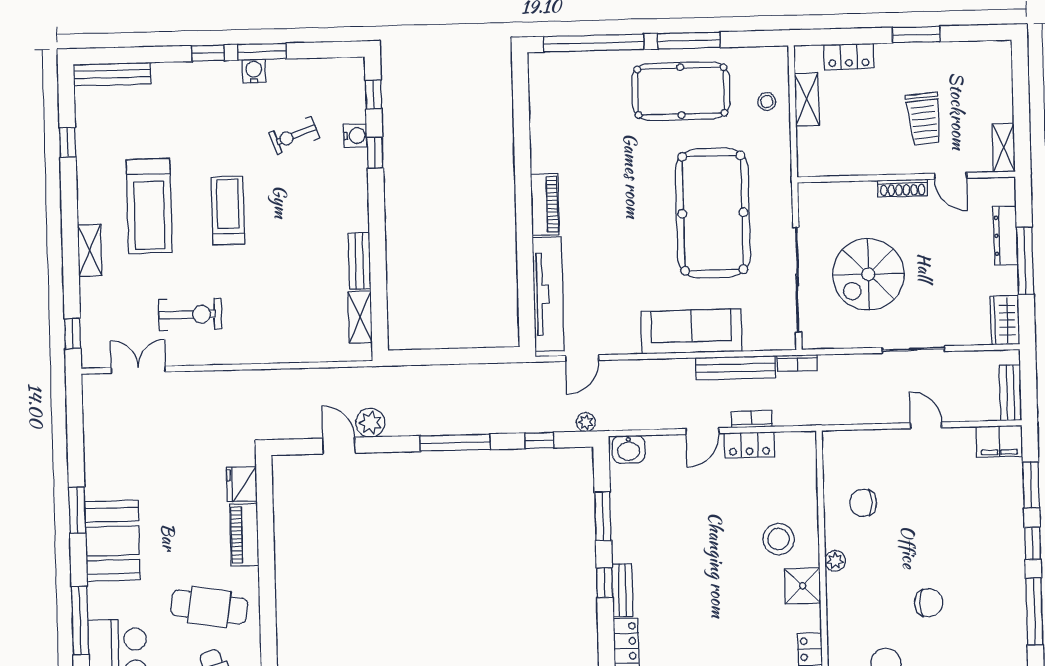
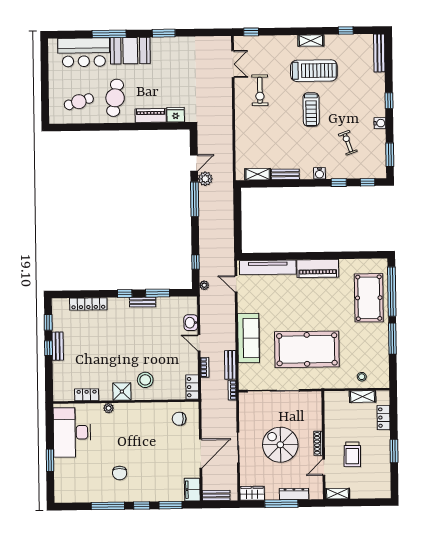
window: (262, 52) -> (390, 155), moved
pool table: (681, 91) -> (369, 298), moved
trolley: (924, 119) -> (352, 454), turned -84
water cooler: (355, 136) -> (319, 173), moved
piano: (545, 204) -> (318, 268), width x1.37, depth x1.33
treadmill: (149, 206) -> (314, 71), turned 180
treadmill: (228, 210) -> (311, 109), turned 90
shelving: (90, 250) -> (311, 41), moved
spiral stairs: (868, 274) -> (280, 445), moved
bench: (736, 368) -> (230, 365), width x0.73
door: (926, 425) -> (201, 453), width x1.88
window: (455, 443) -> (195, 199), moved
locker: (749, 445) -> (192, 387), moved
washbasin: (629, 449) -> (191, 323), moved
chair: (863, 503) -> (179, 419), moved, turned -87
booth: (112, 541) -> (130, 51), moved
plant: (835, 561) -> (109, 408), moved
bench: (622, 590) -> (143, 302), moved
chair: (929, 603) -> (120, 473), moved

